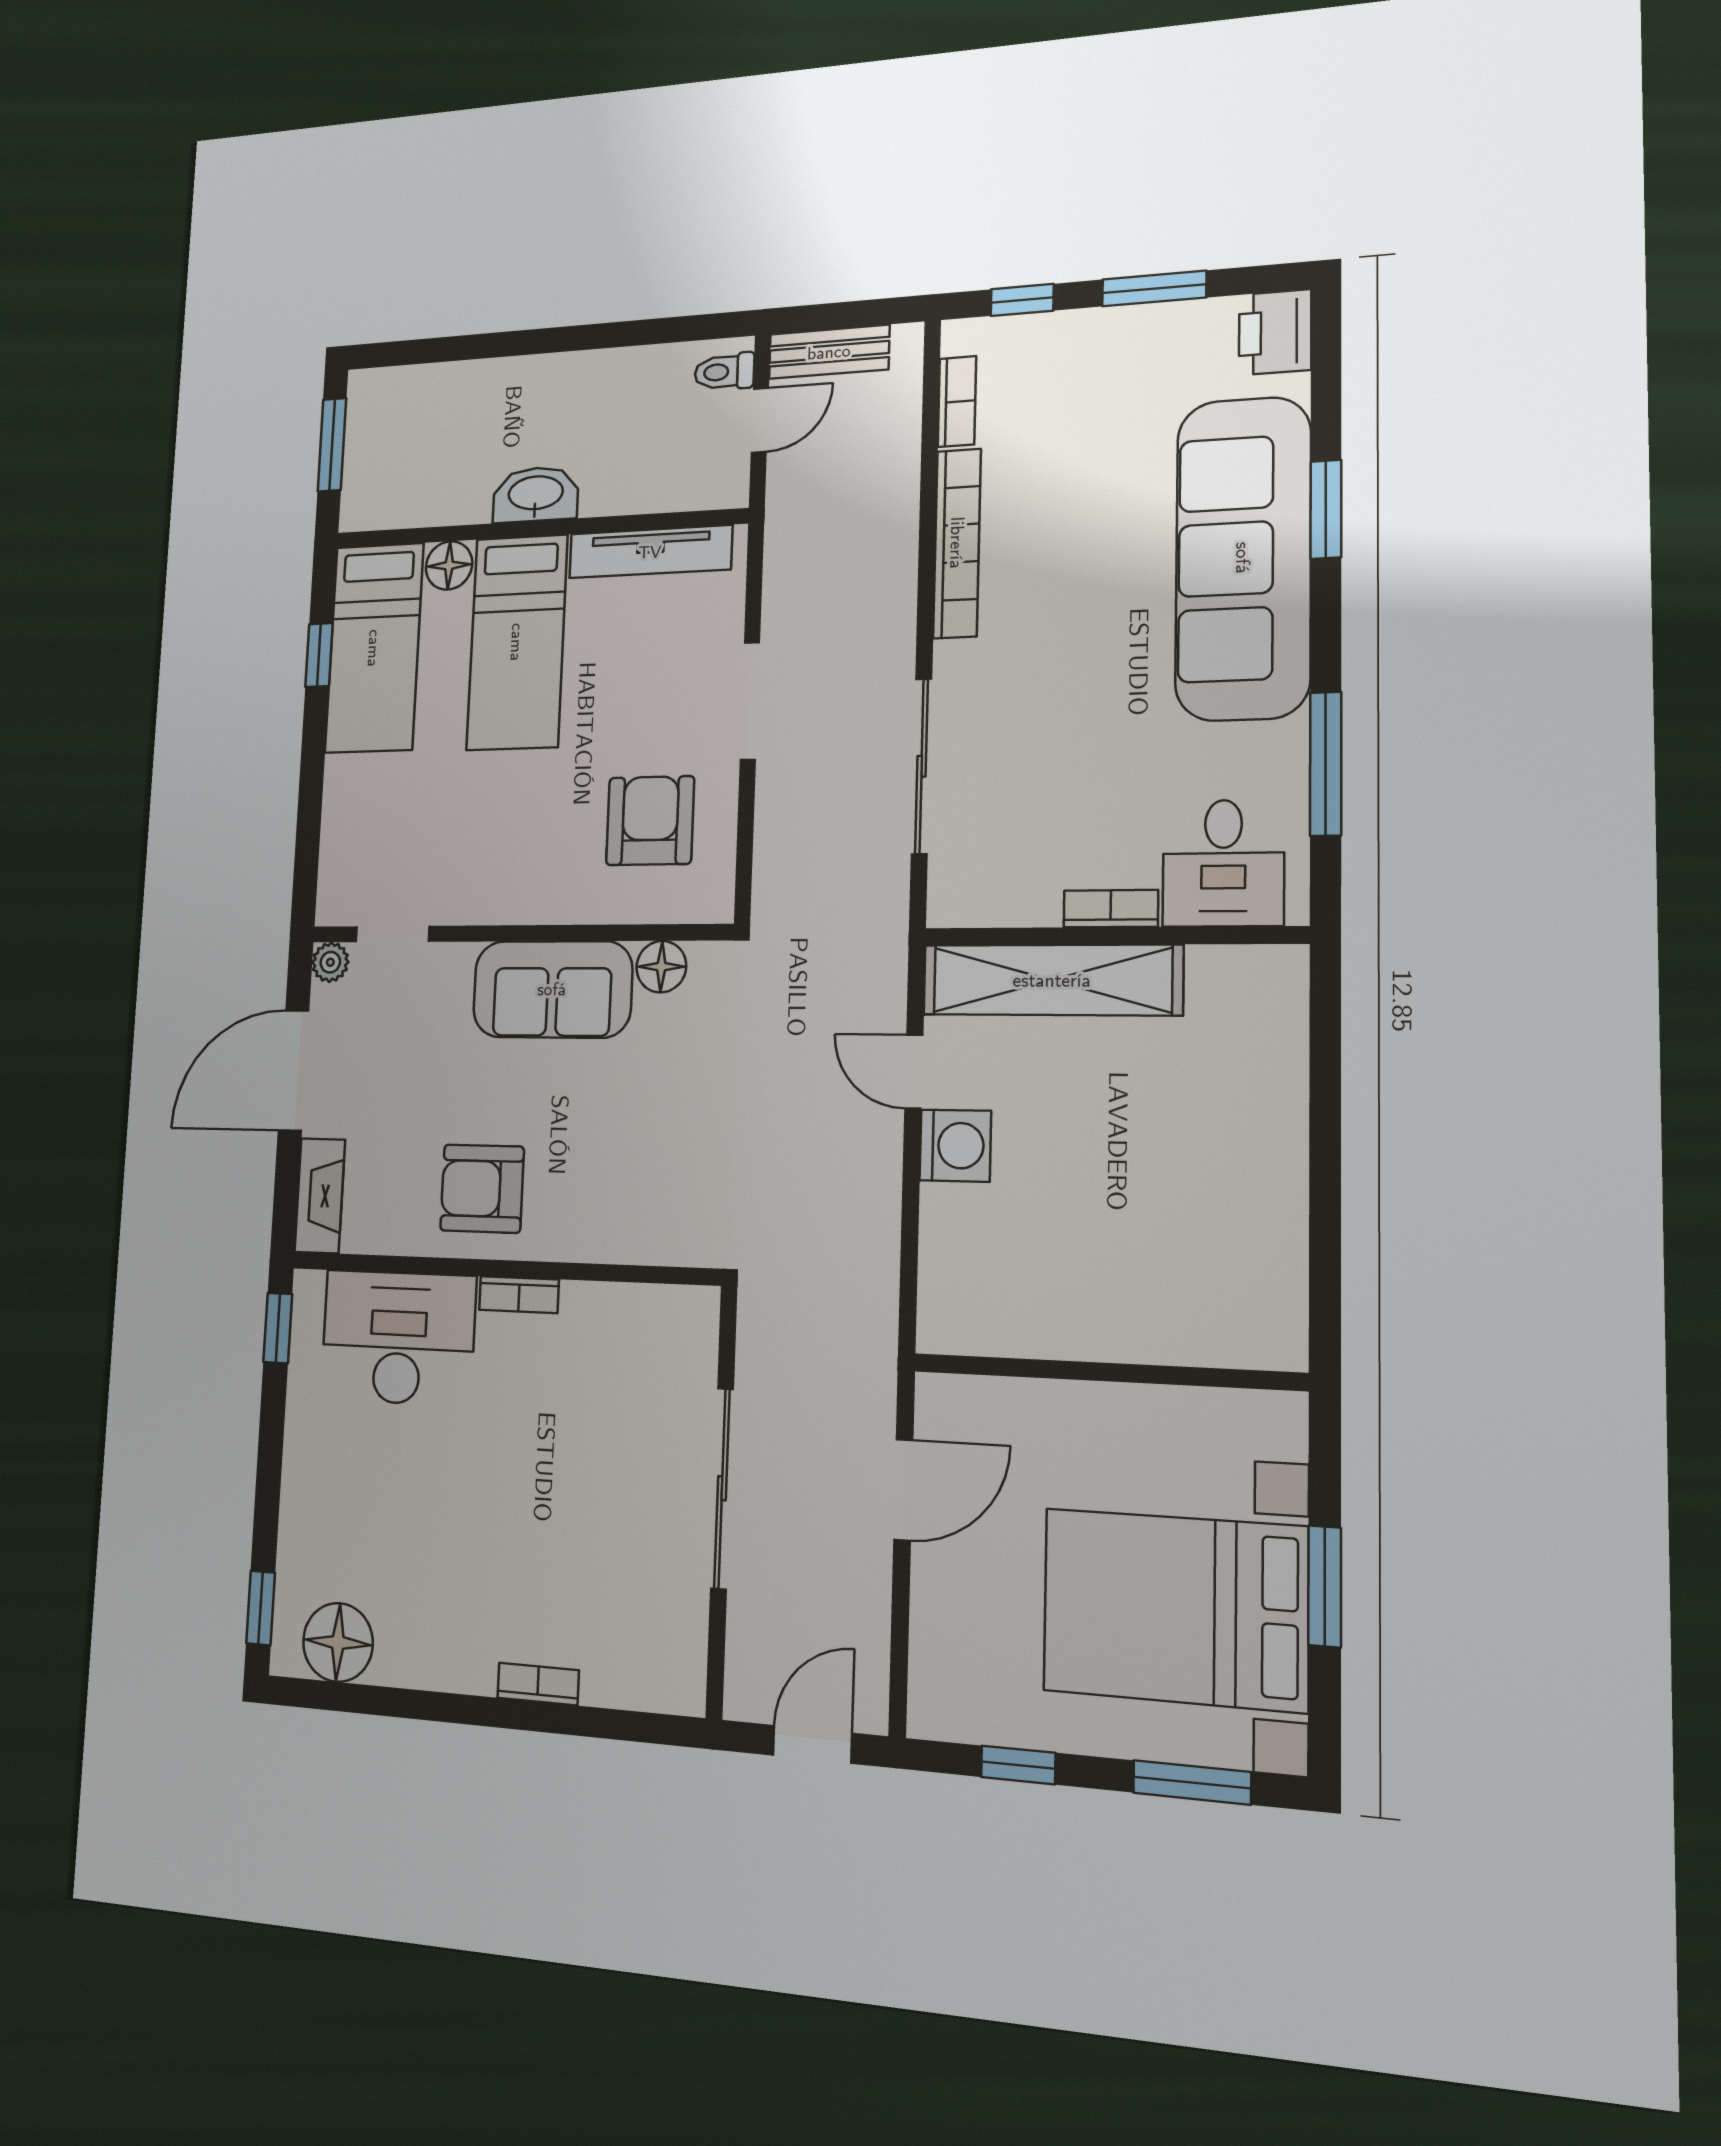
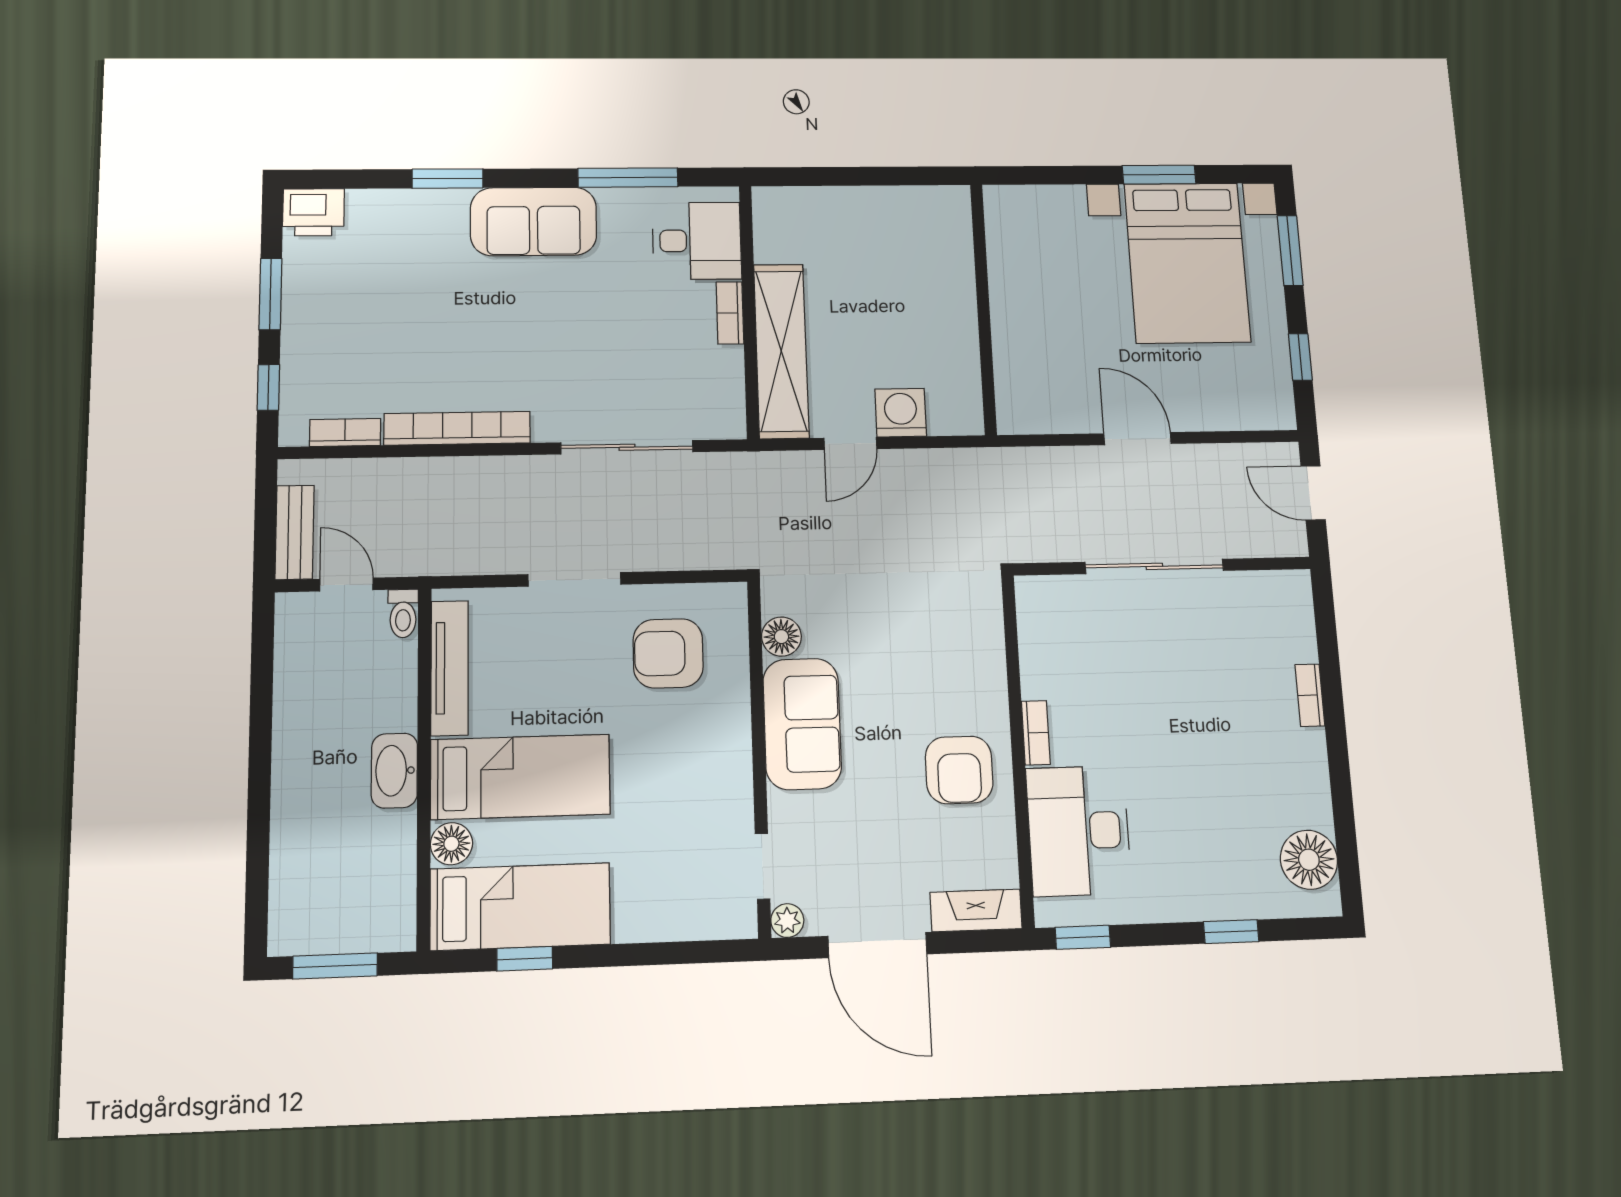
toilet: (724, 372) -> (403, 614), moved
sofa: (1243, 558) -> (534, 221), width x0.54, depth x0.79
wall: (1107, 1372) -> (983, 308), moved
window: (261, 1608) -> (1231, 932), moved

